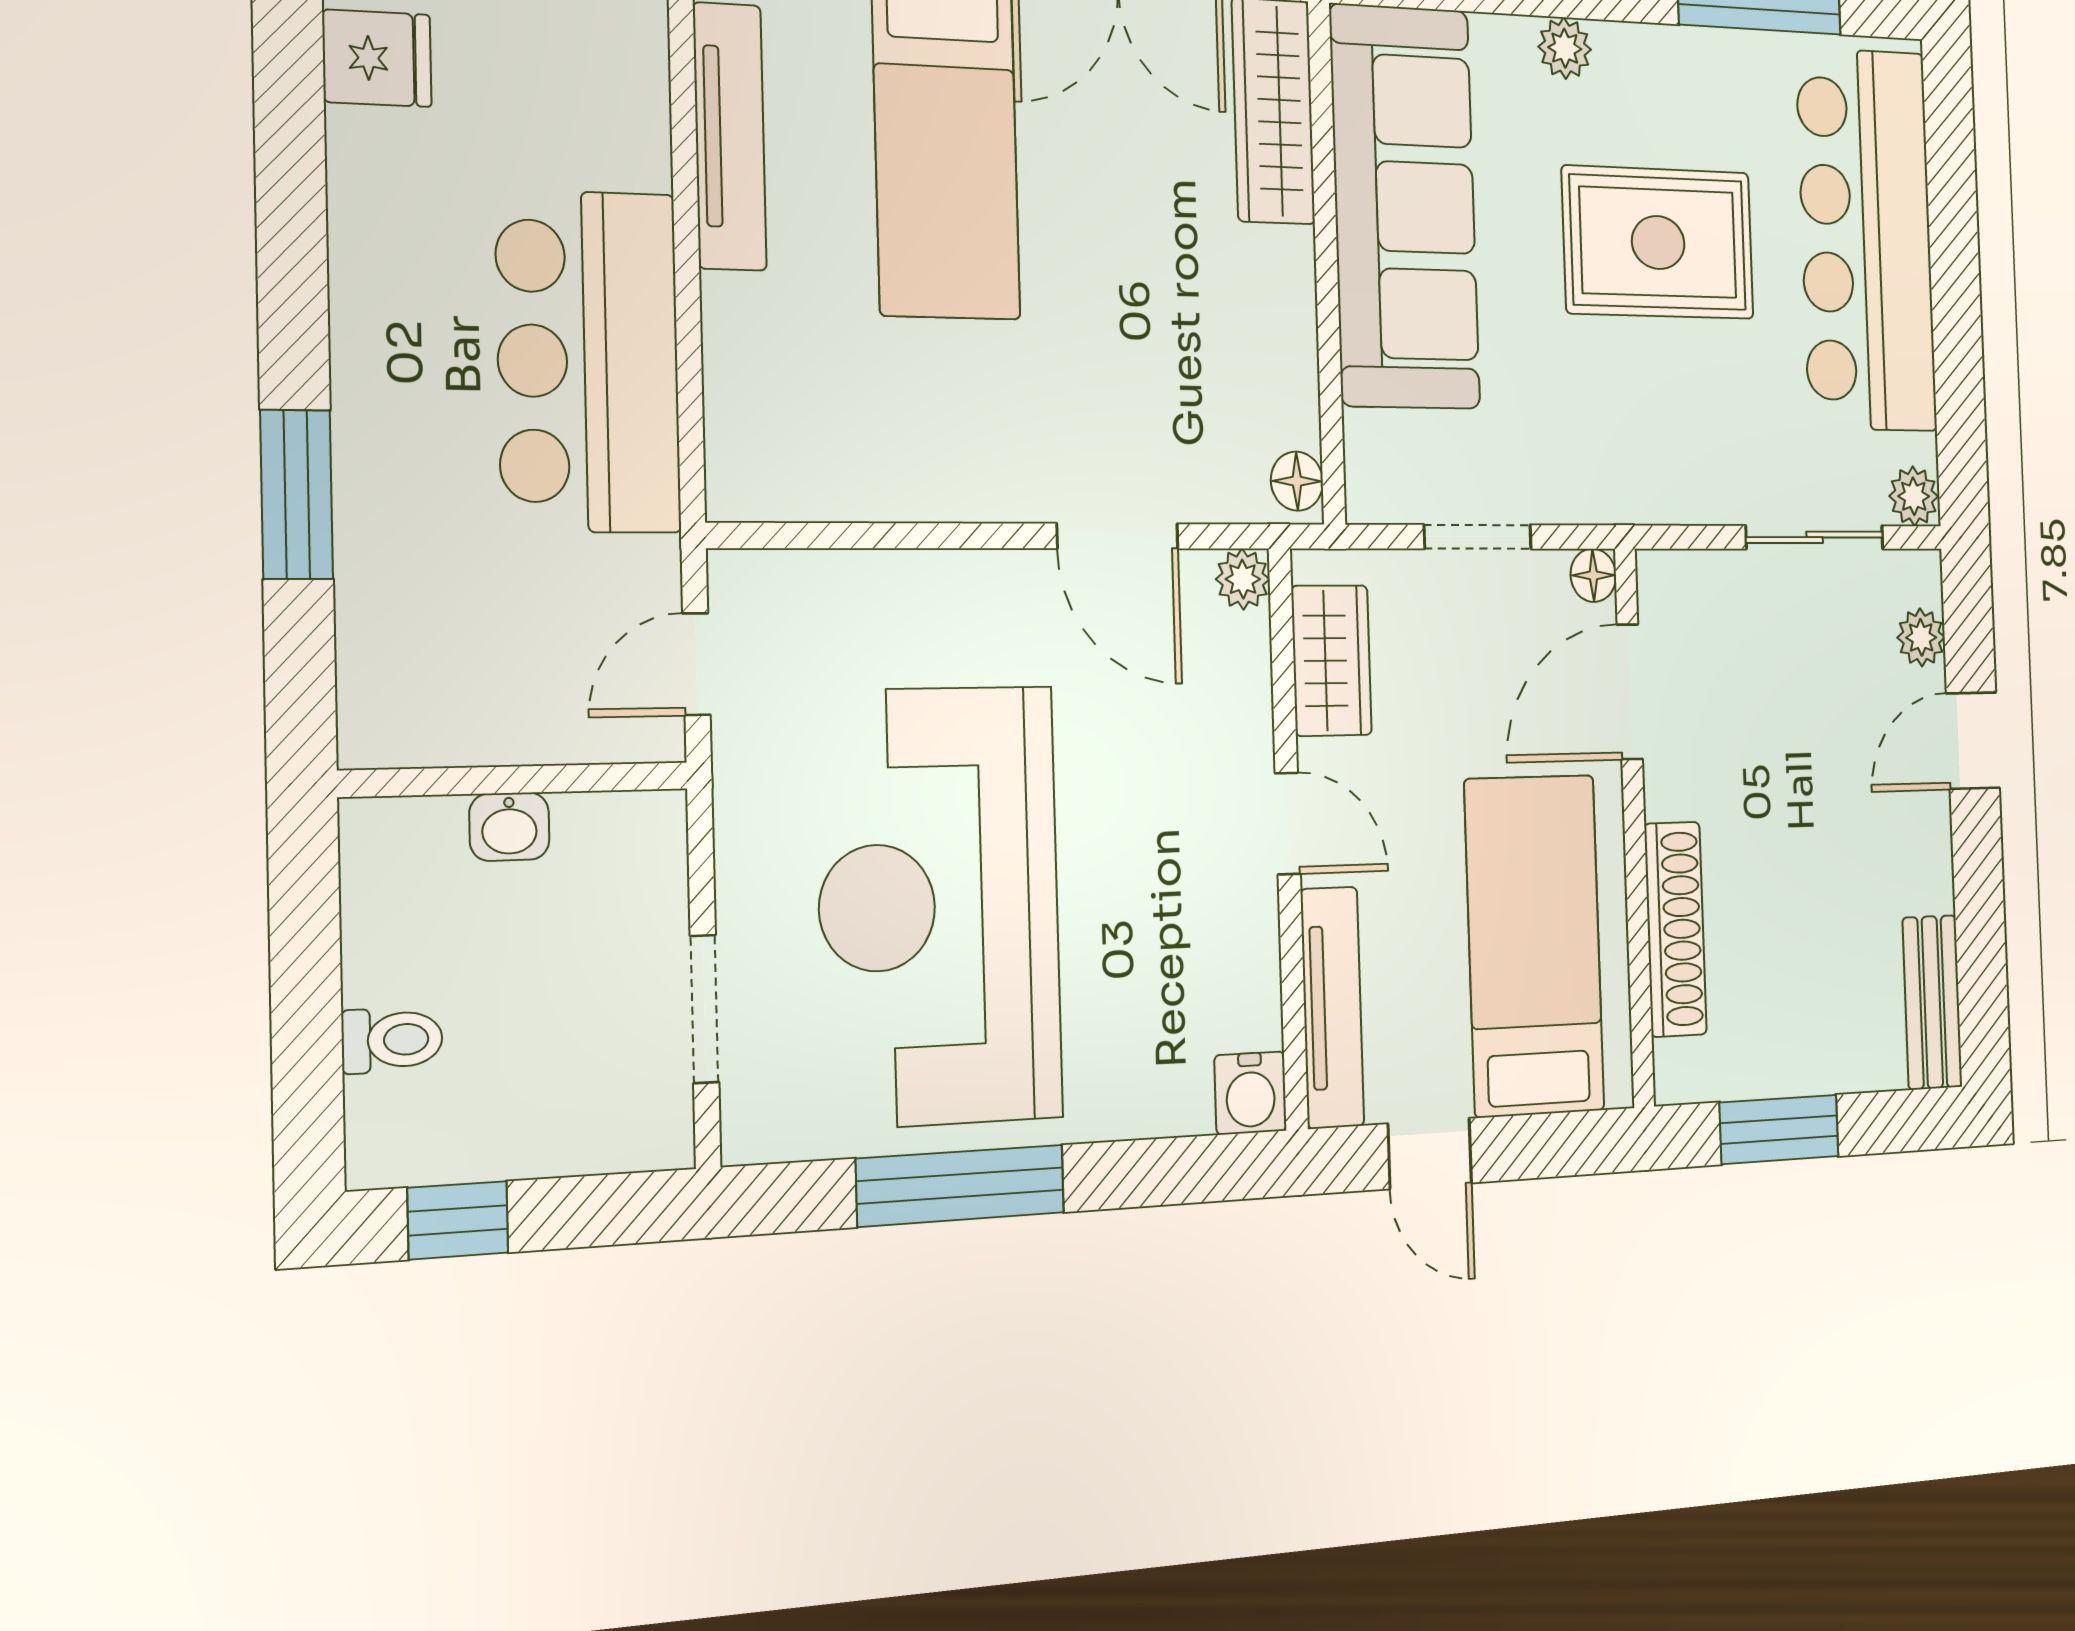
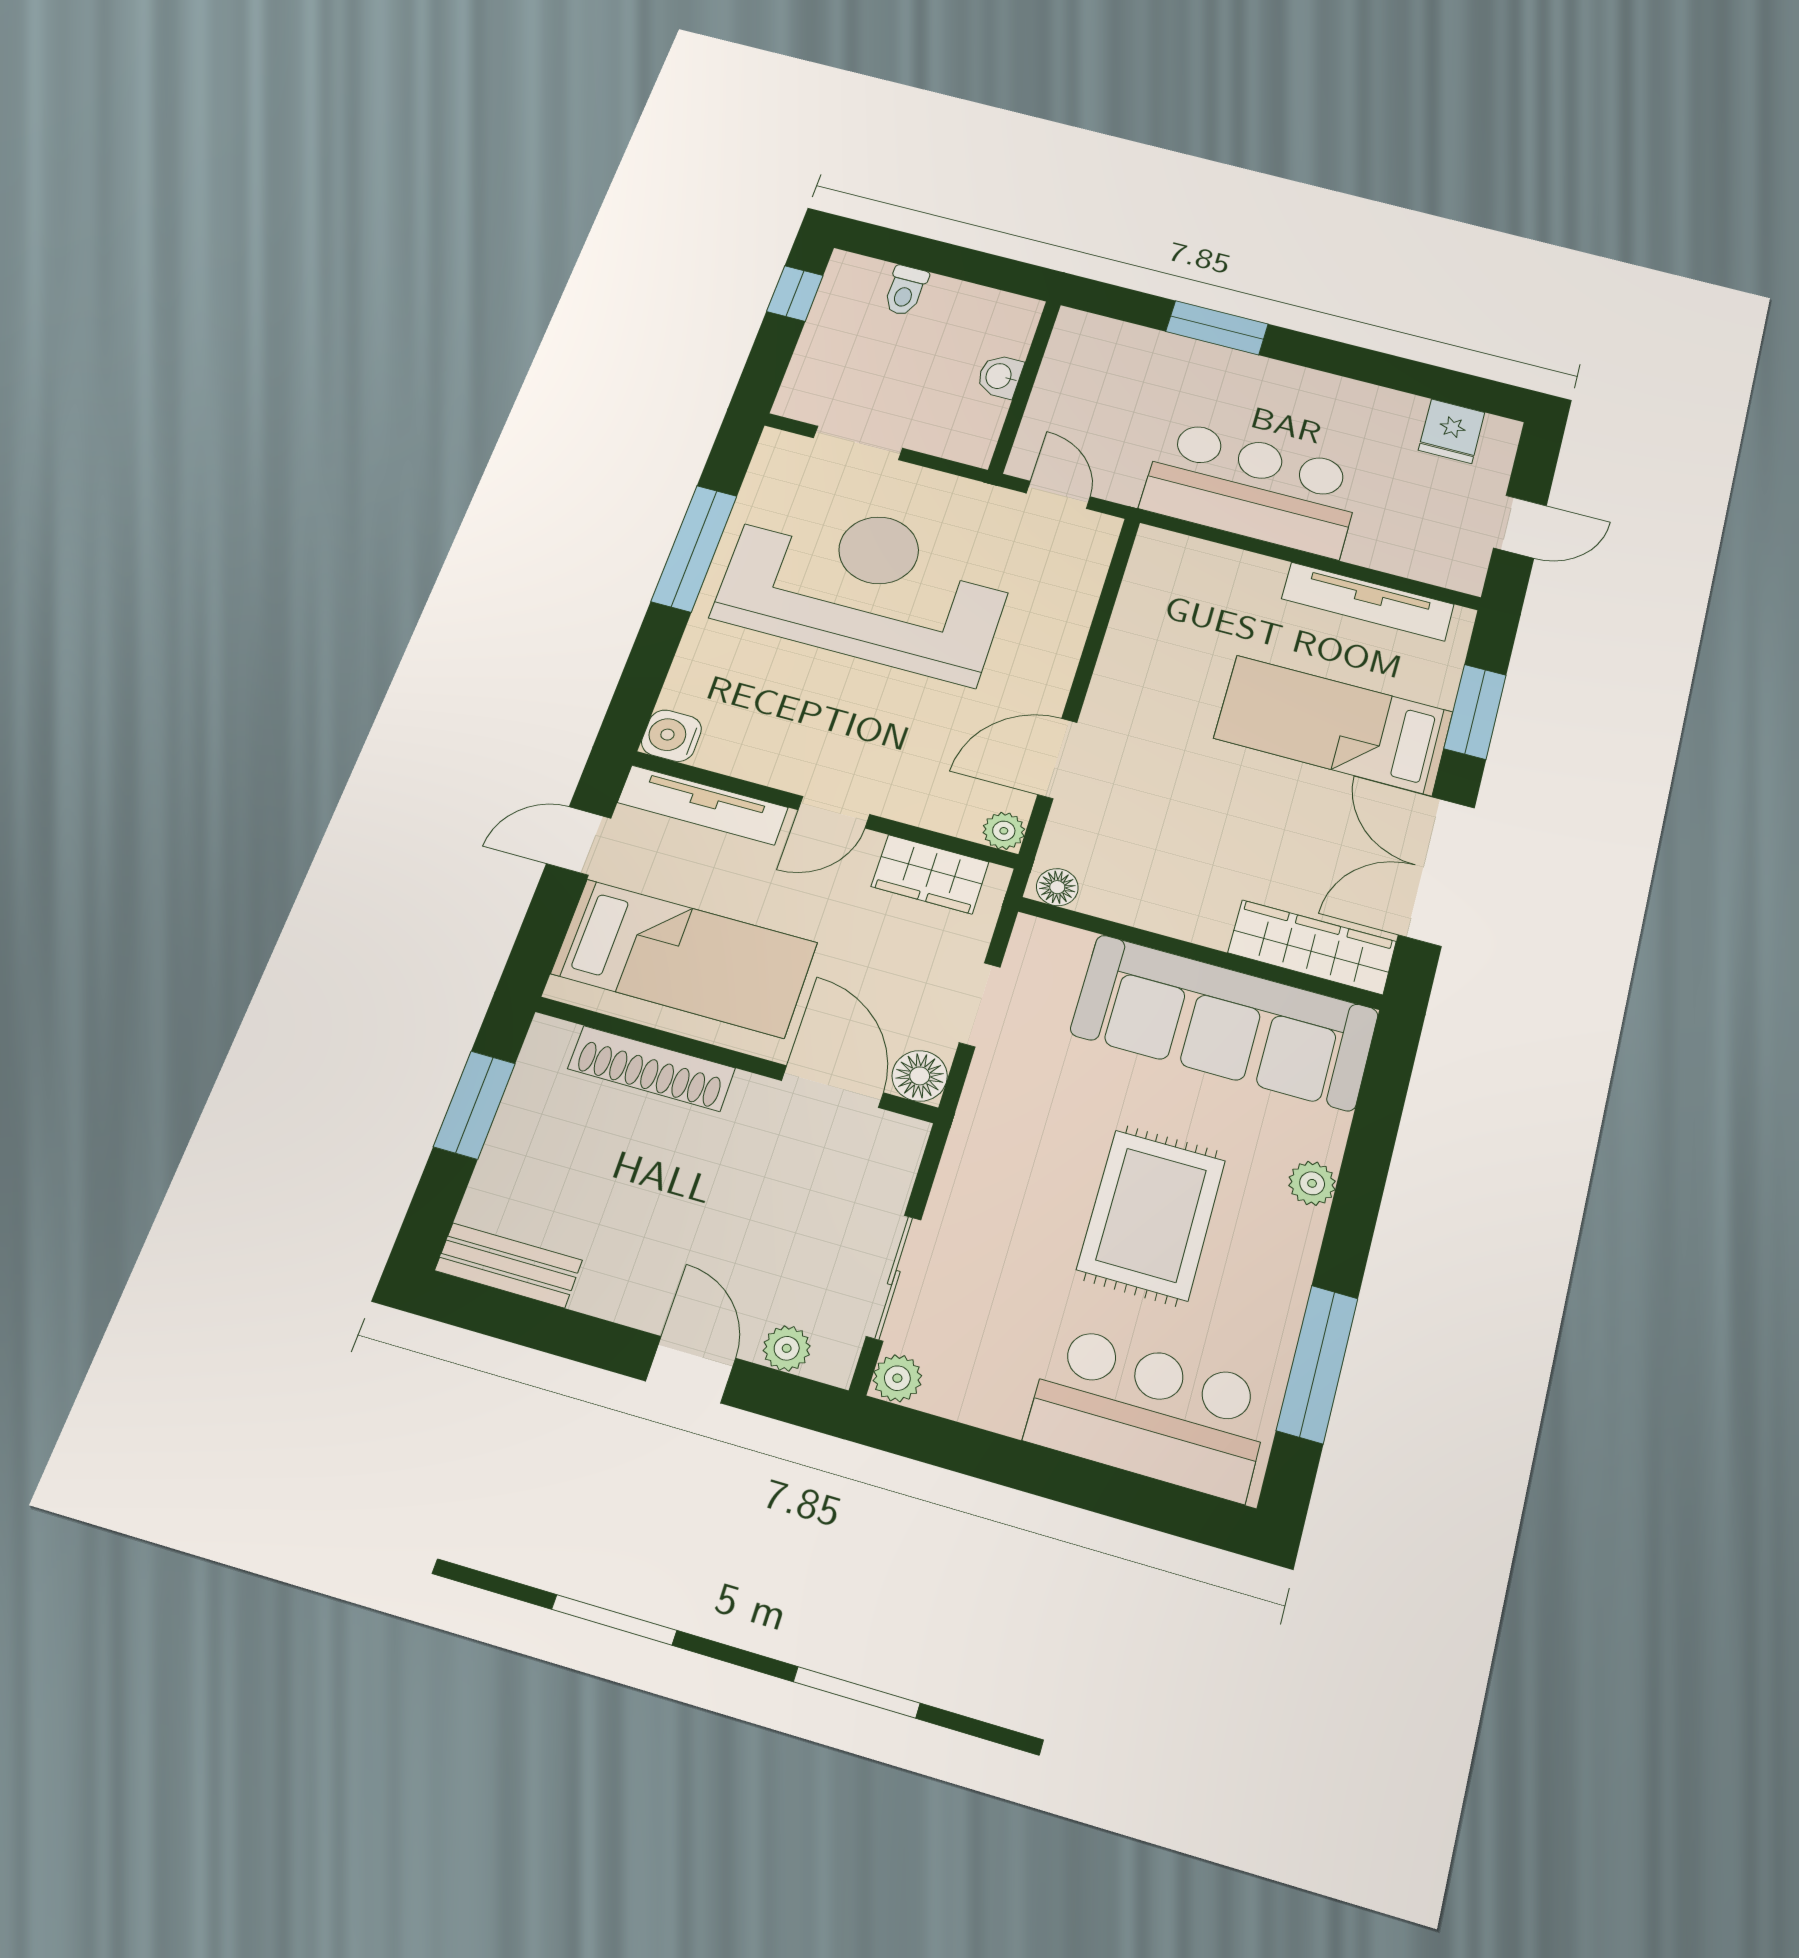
bar counter: (1866, 240) -> (1149, 1413), width x0.73
floor lamp: (1593, 575) -> (920, 1076), width x1.37, depth x1.37

